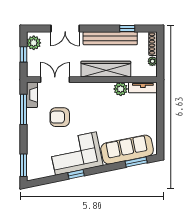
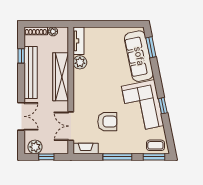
window: (23, 109) -> (117, 157), moved
armchair: (60, 117) -> (107, 122), turned -90
coffee table: (35, 167) -> (155, 145), added

